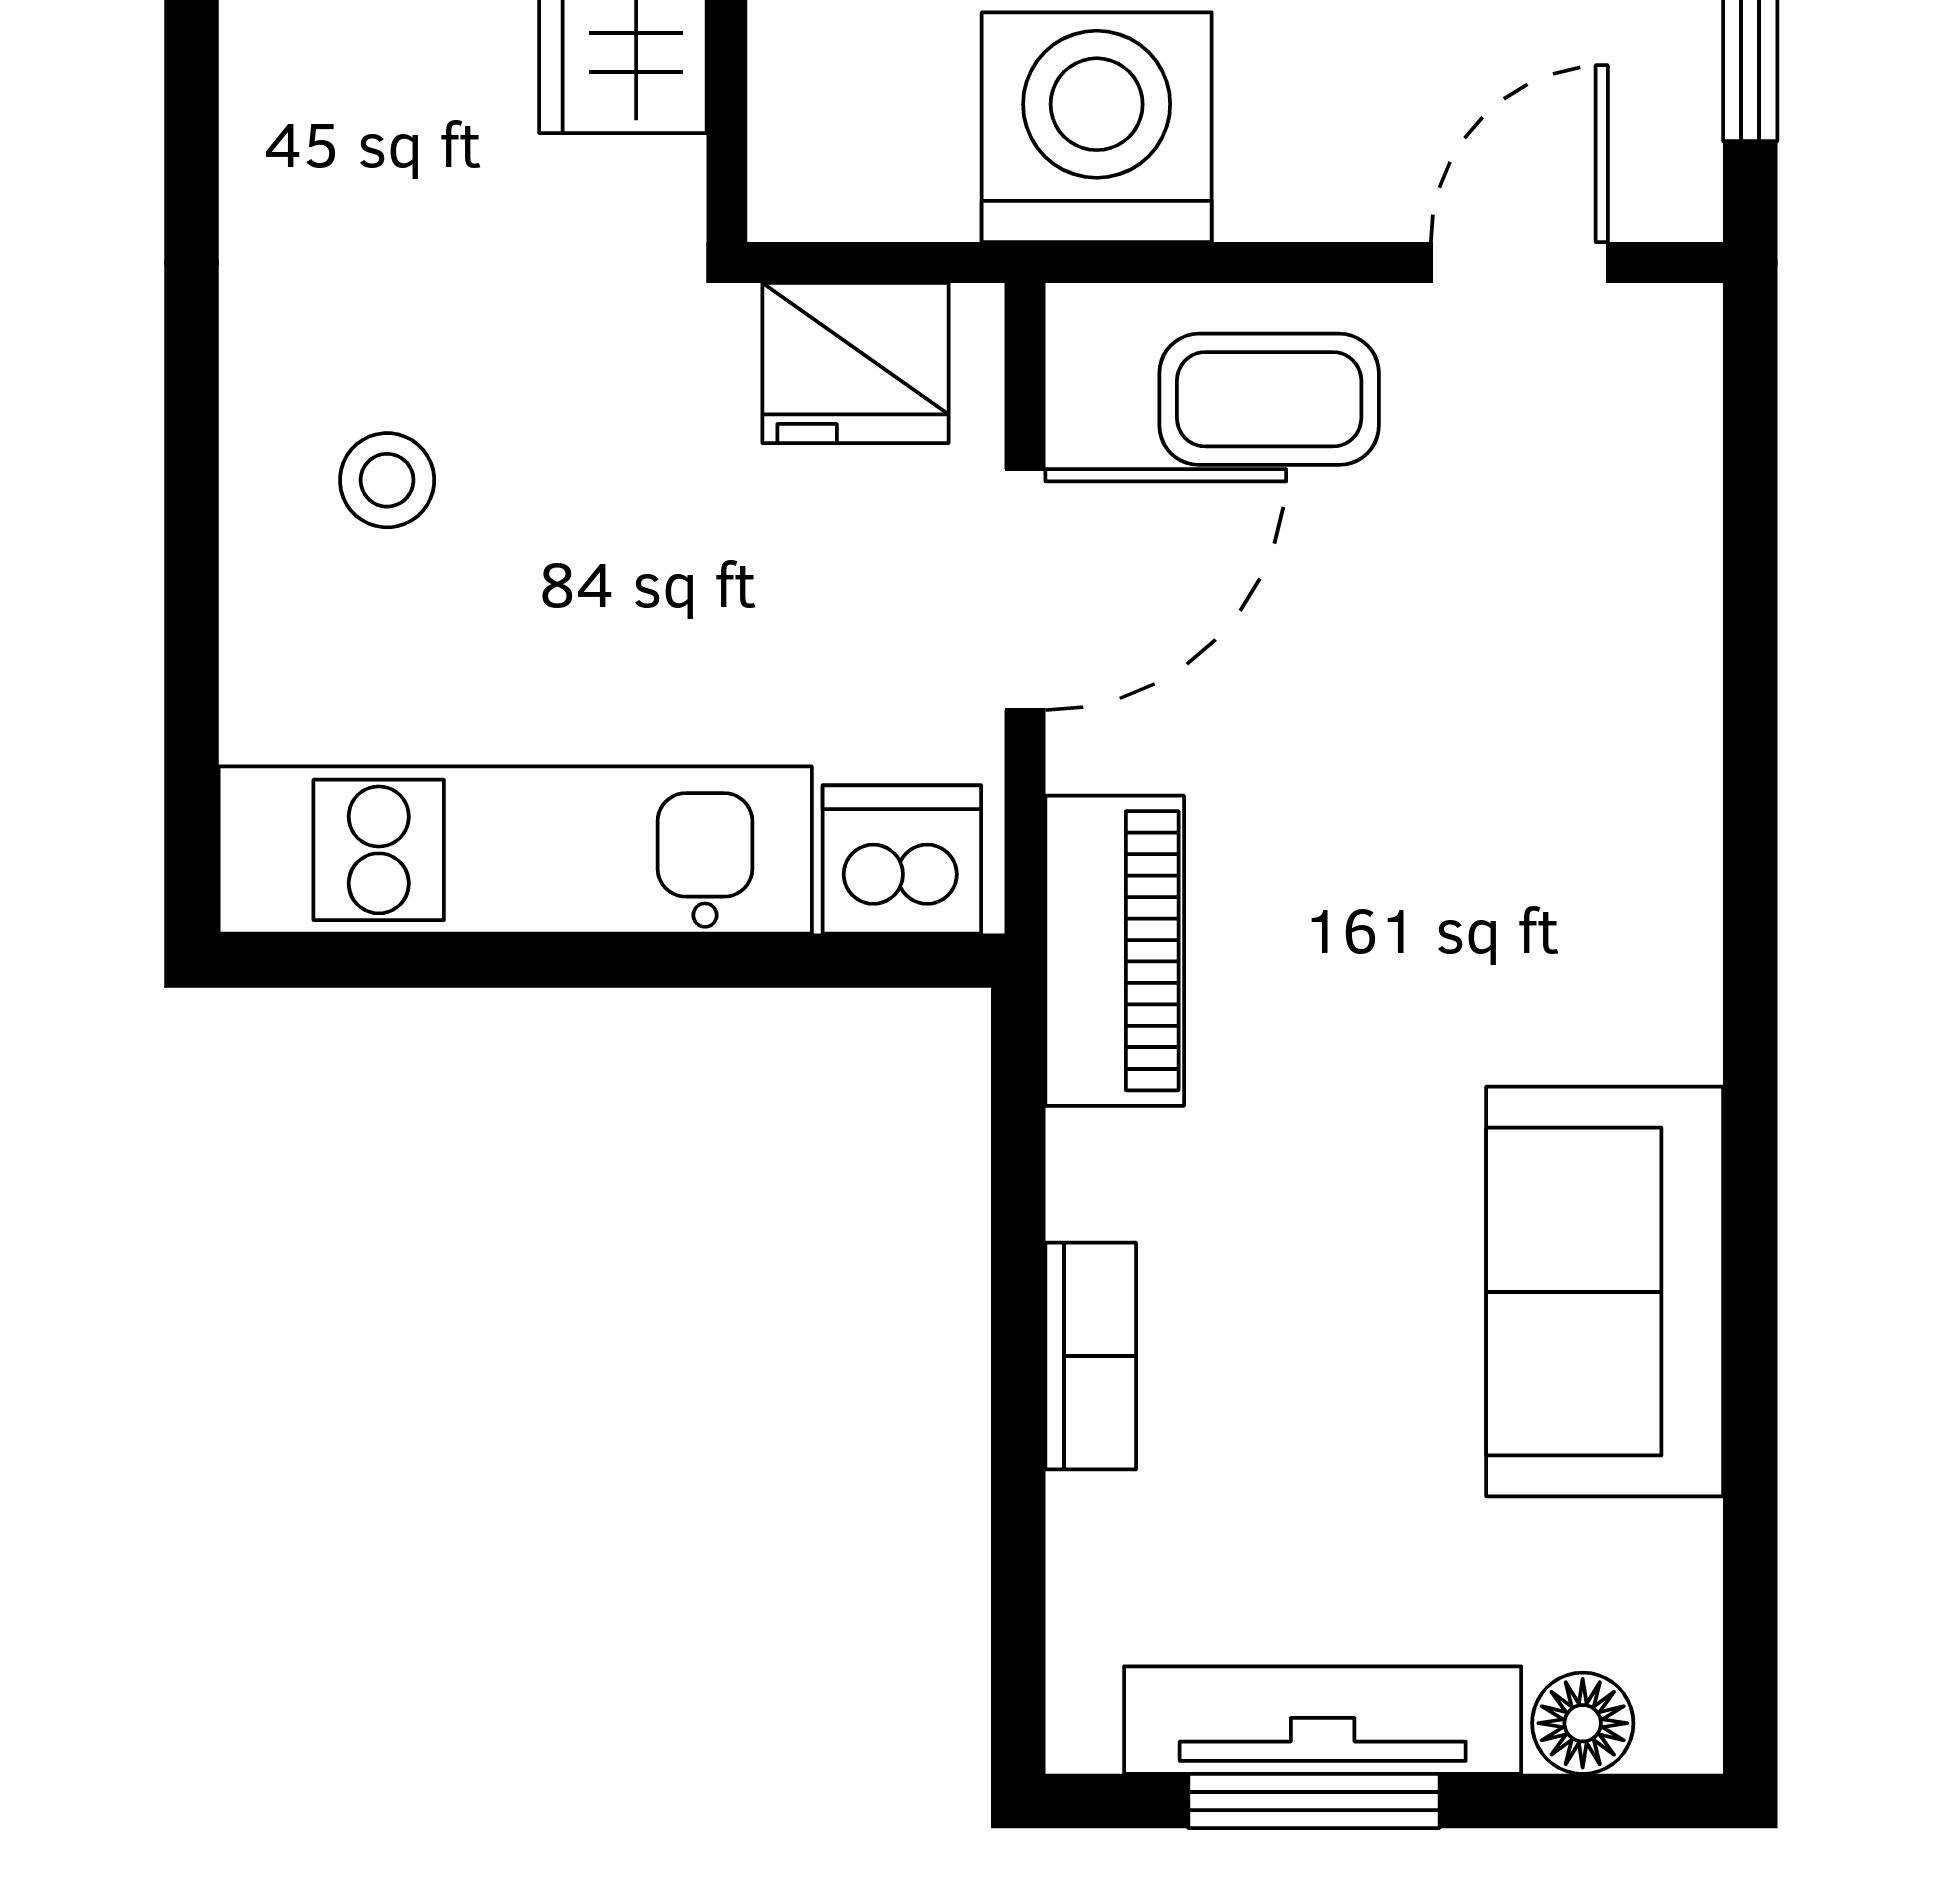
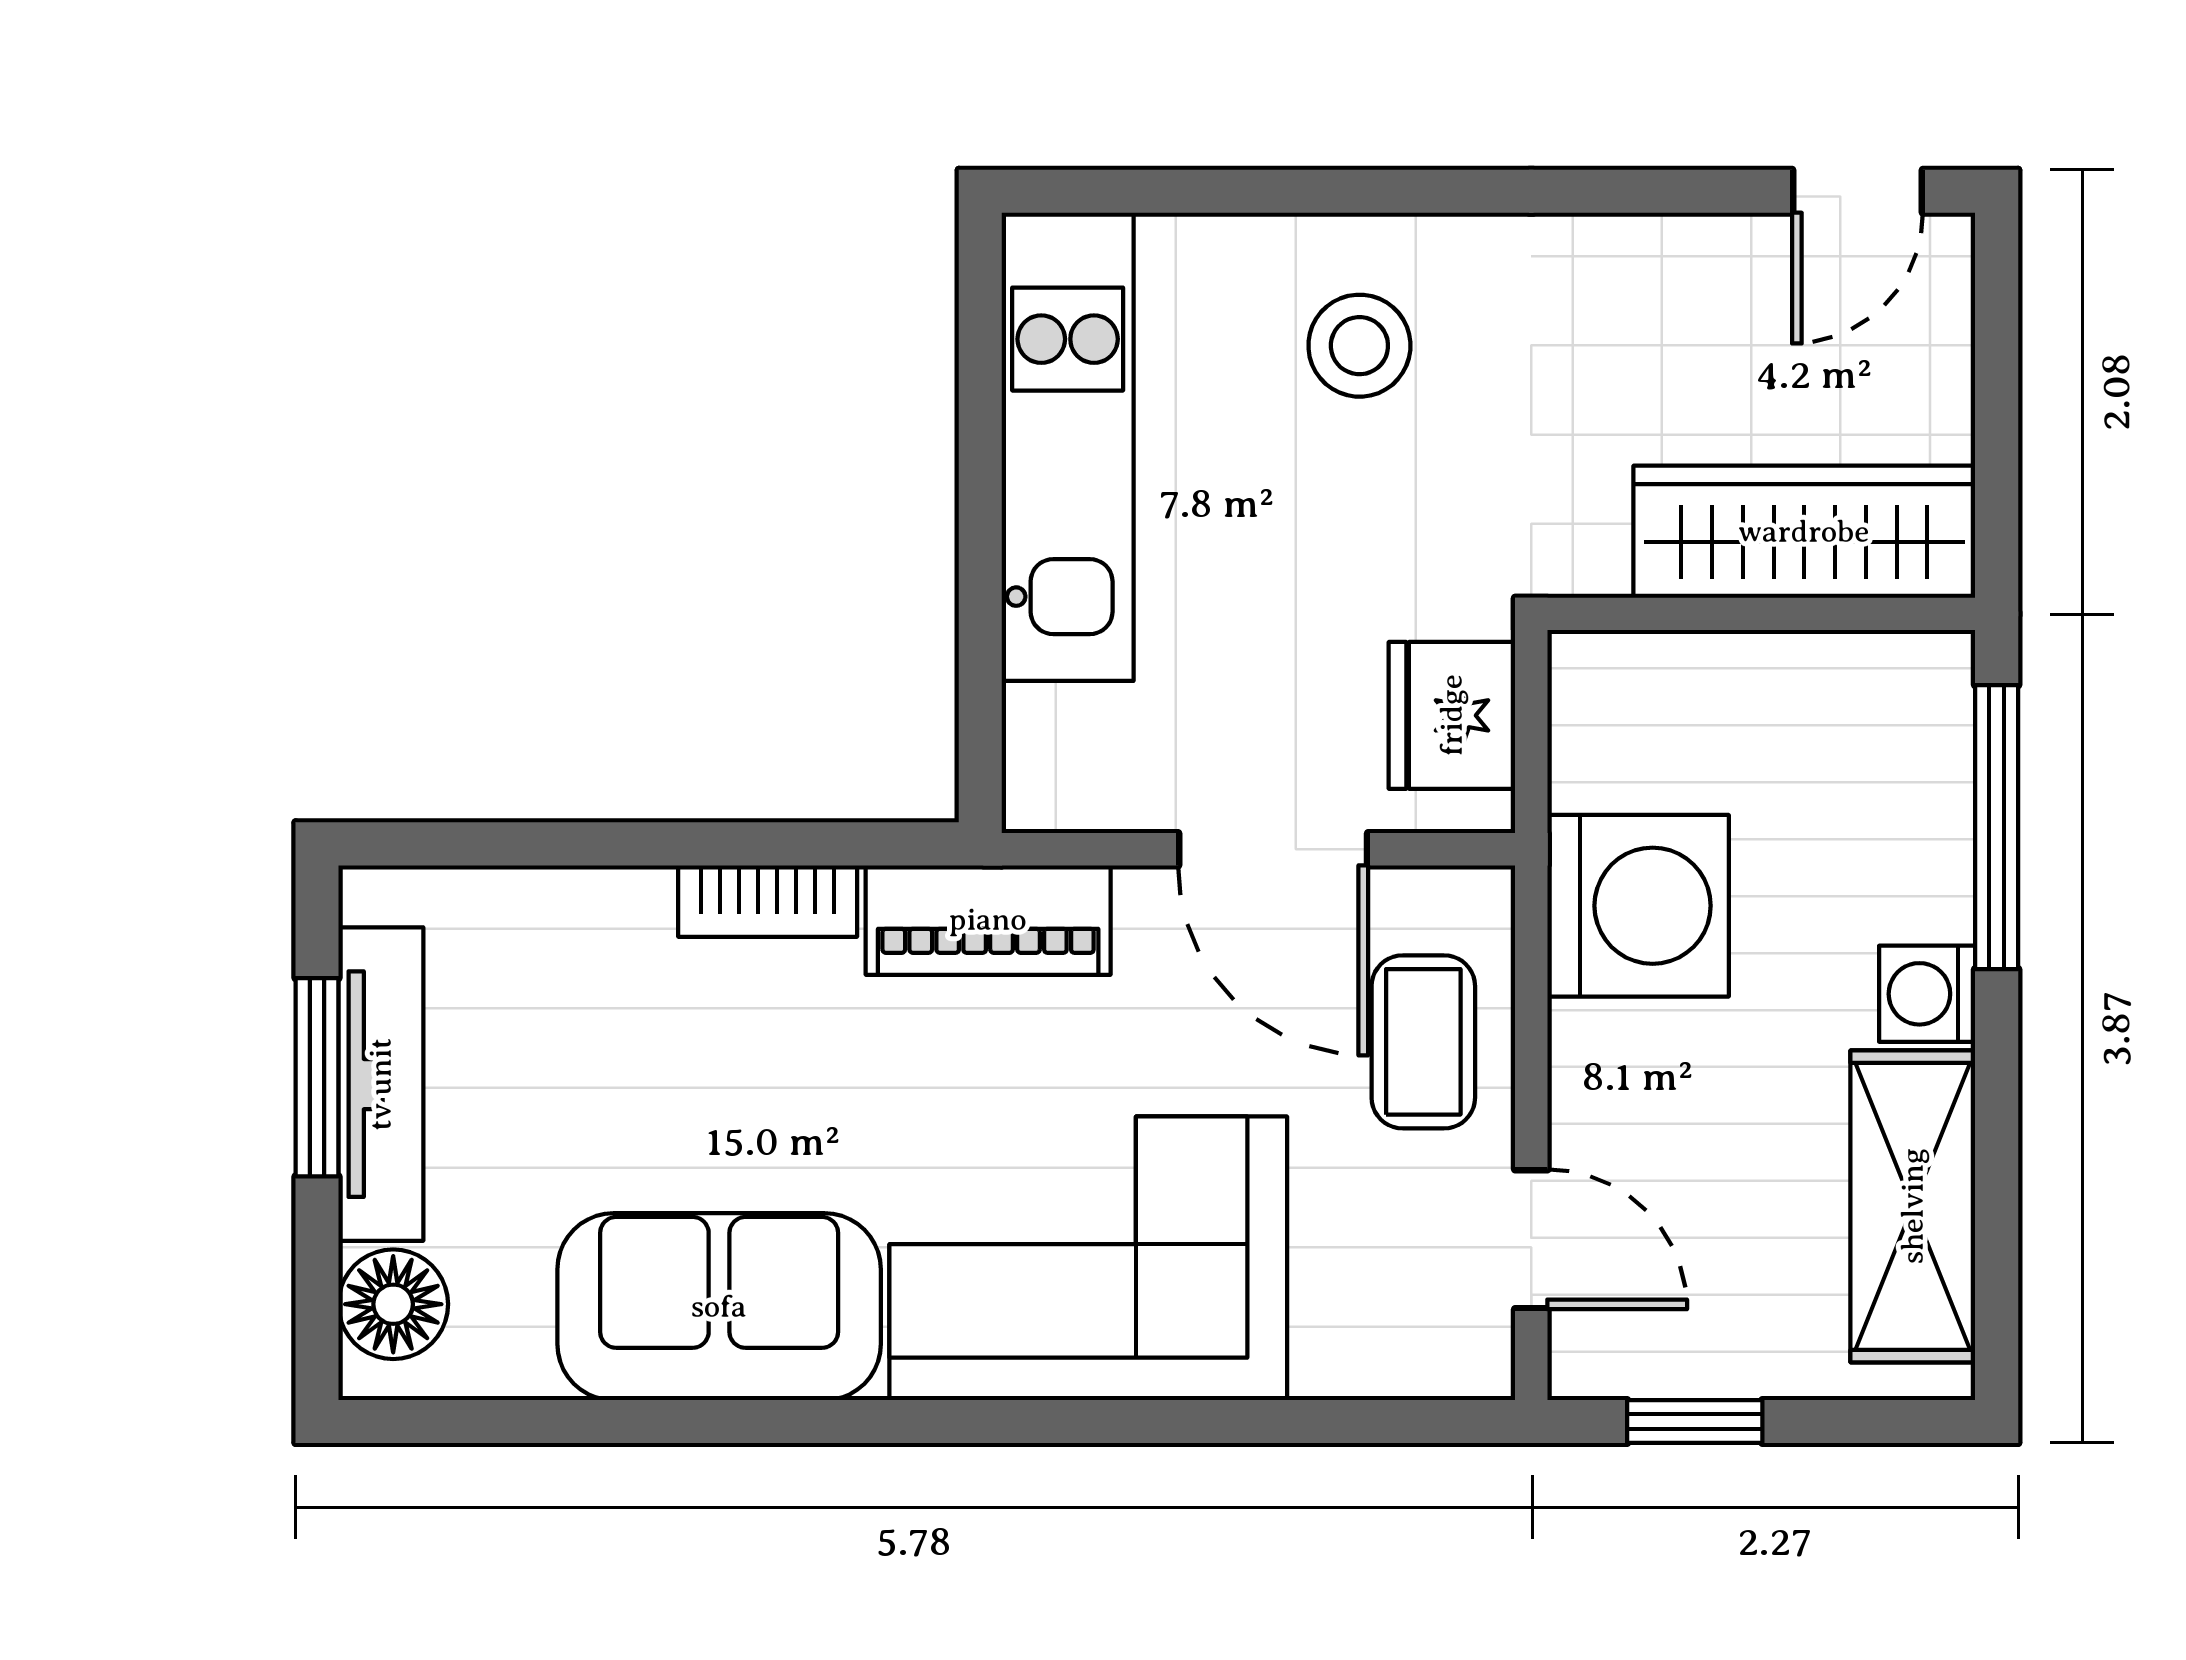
stool: (387, 480) -> (1359, 346), width x1.37, depth x1.37
corner sofa: (1543, 824) -> (1088, 1258), added
dishwasher: (902, 859) -> (1060, 752), removed
bookcase: (1091, 1356) -> (768, 901), moved
floor lamp: (1583, 1723) -> (393, 1304), width x1.37, depth x1.37

